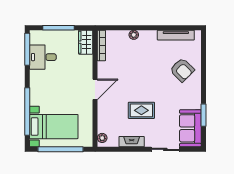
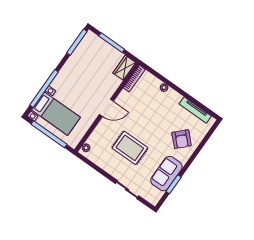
desk: (43, 57) -> (84, 56), removed
rug: (141, 110) -> (130, 148), width x1.36, depth x1.43
sofa: (190, 128) -> (166, 174), moved
fireplace: (132, 142) -> (106, 166), removed

